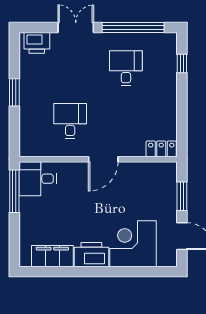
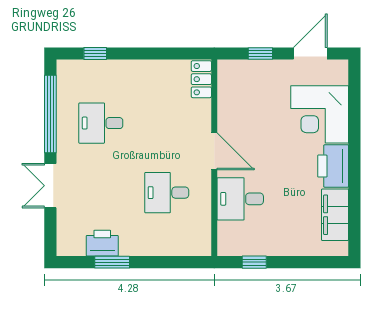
printer: (37, 43) -> (102, 243), moved, turned -90
window: (14, 92) -> (112, 262), moved
desk: (38, 179) -> (240, 199), moved, turned 90
window: (14, 191) -> (254, 262), width x0.46
window: (182, 196) -> (260, 54), width x0.67

